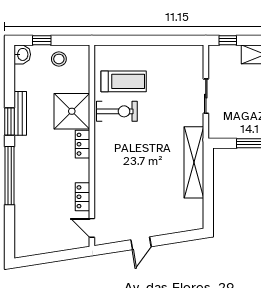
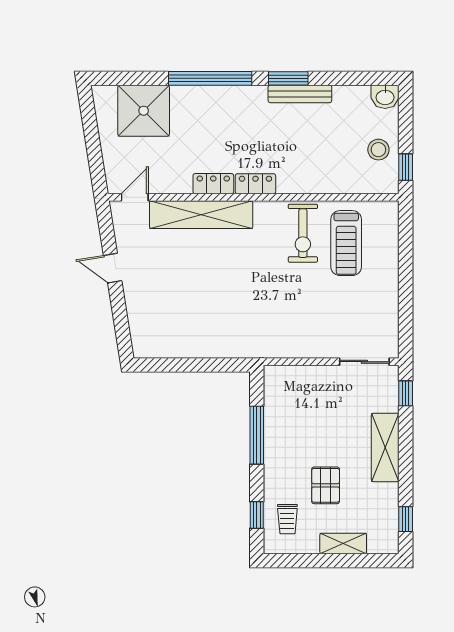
window: (42, 40) -> (406, 167), moved
sliding door: (206, 96) -> (364, 362), moved
shower: (72, 111) -> (144, 111), moved
shelving: (194, 162) -> (201, 215), moved
locker: (82, 197) -> (213, 184), moved

